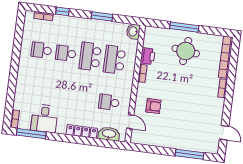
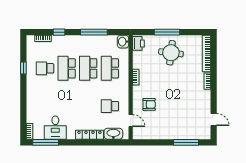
window: (102, 16) -> (94, 32), width x1.44
window: (17, 47) -> (23, 68), added
school desk: (66, 53) -> (67, 68), width x1.85
printer: (148, 56) -> (138, 43), moved

